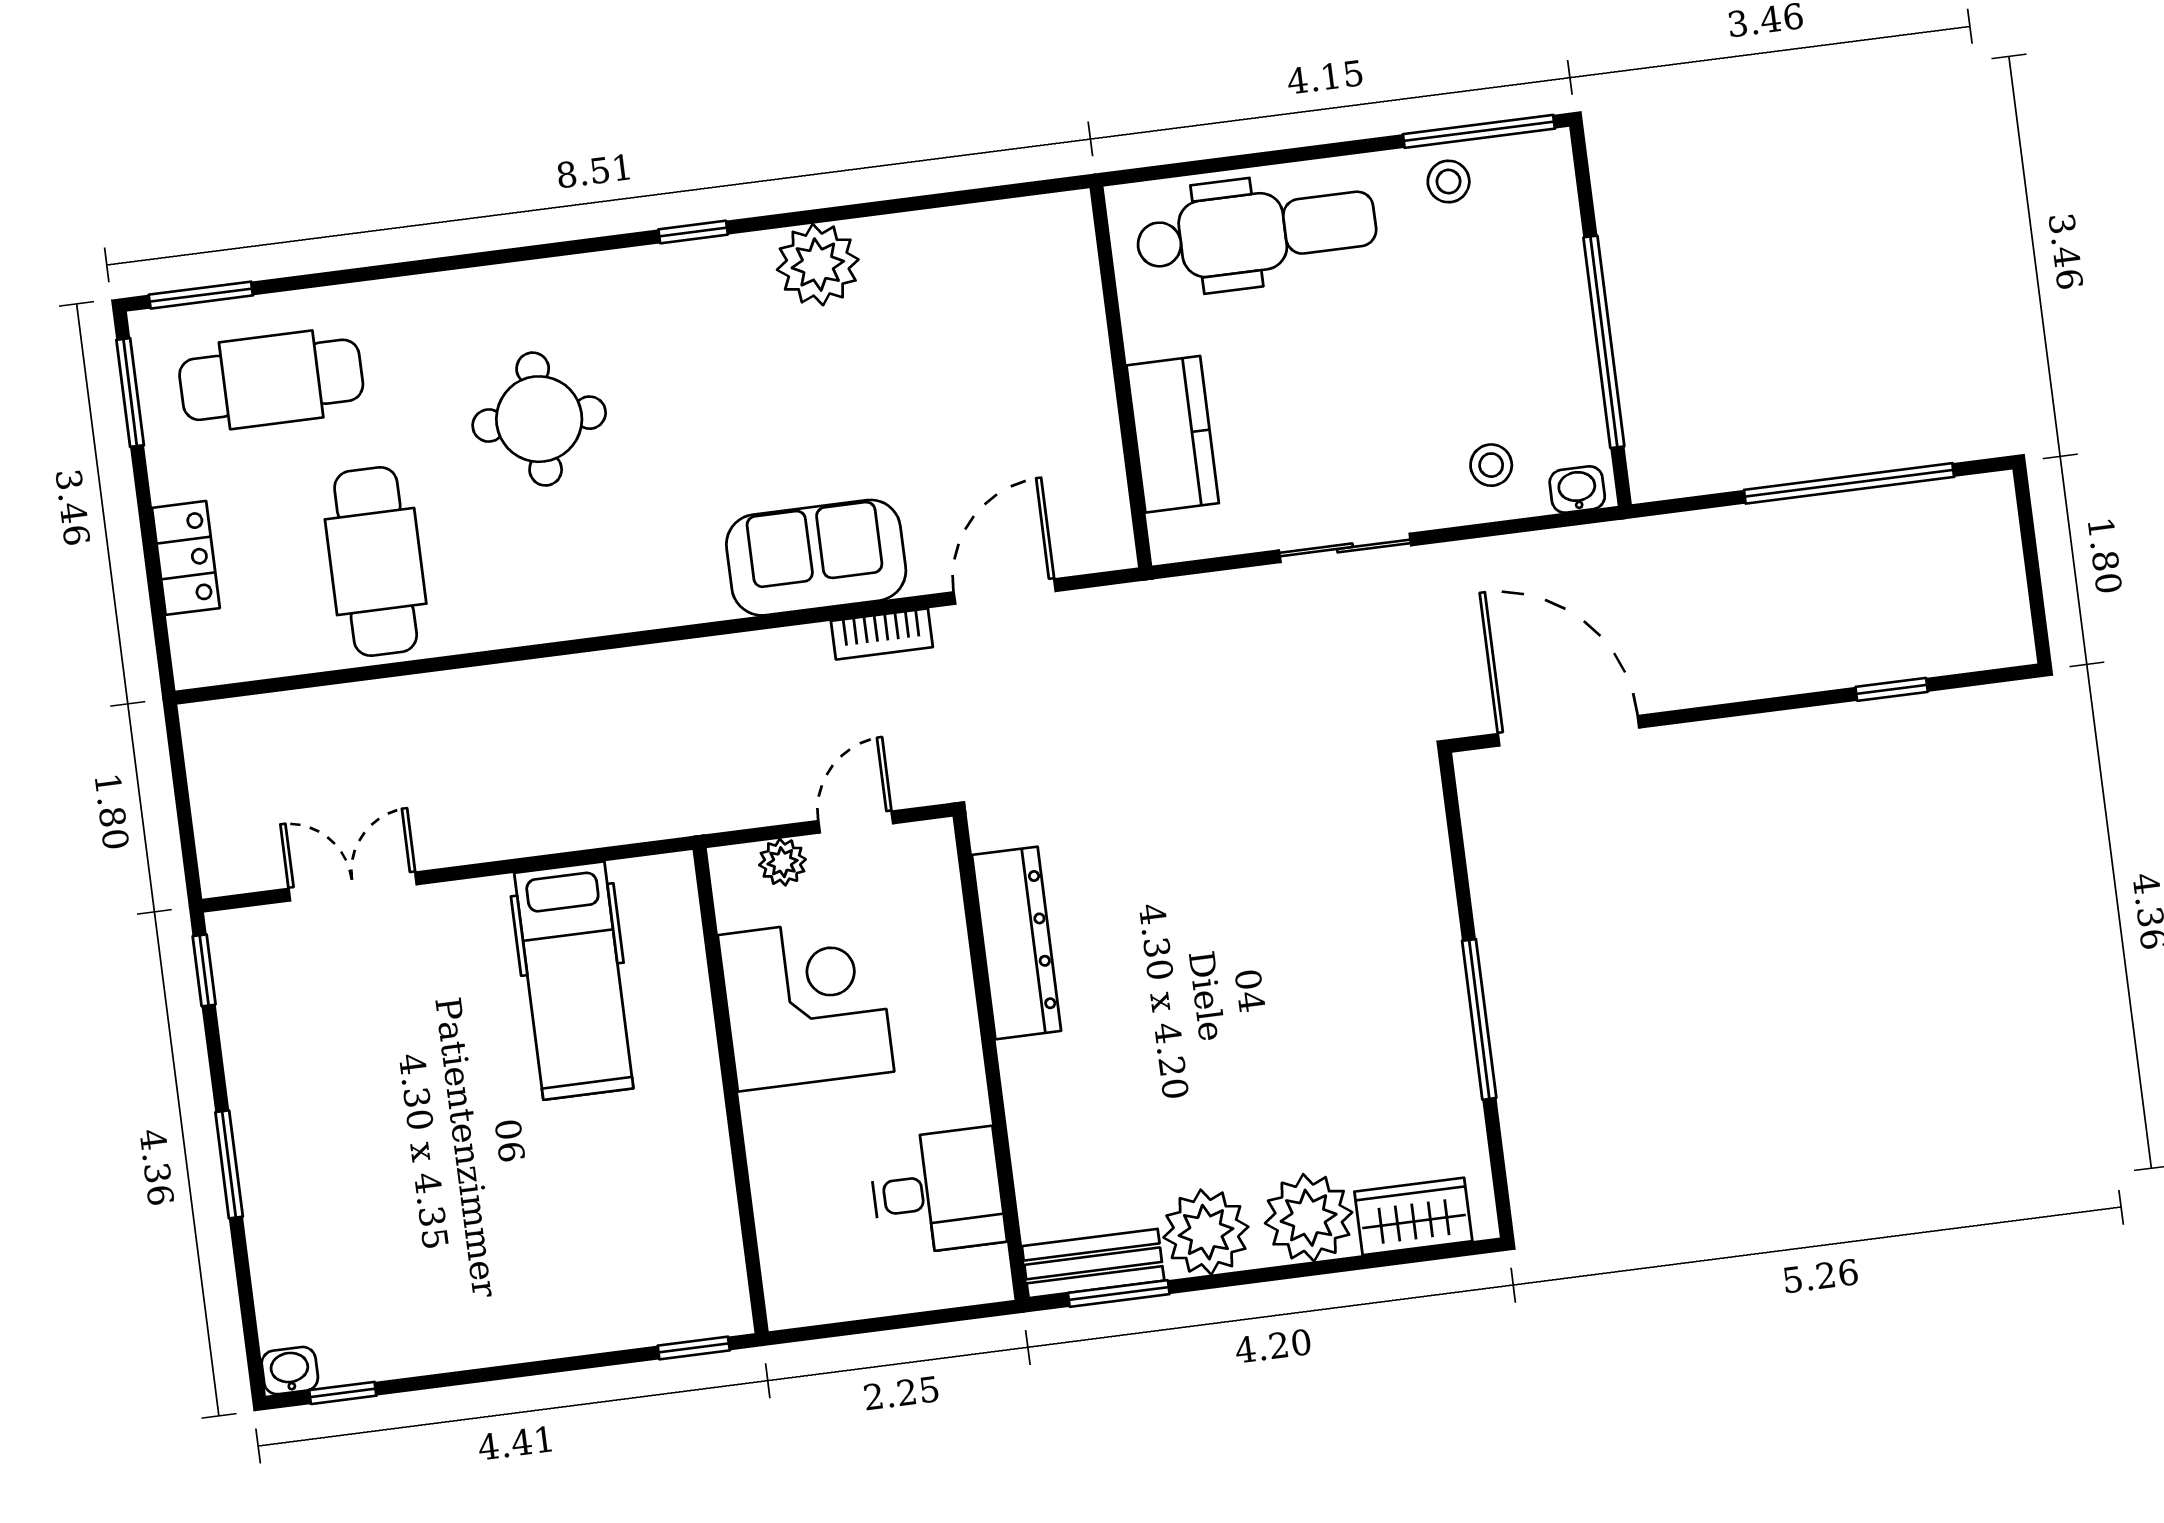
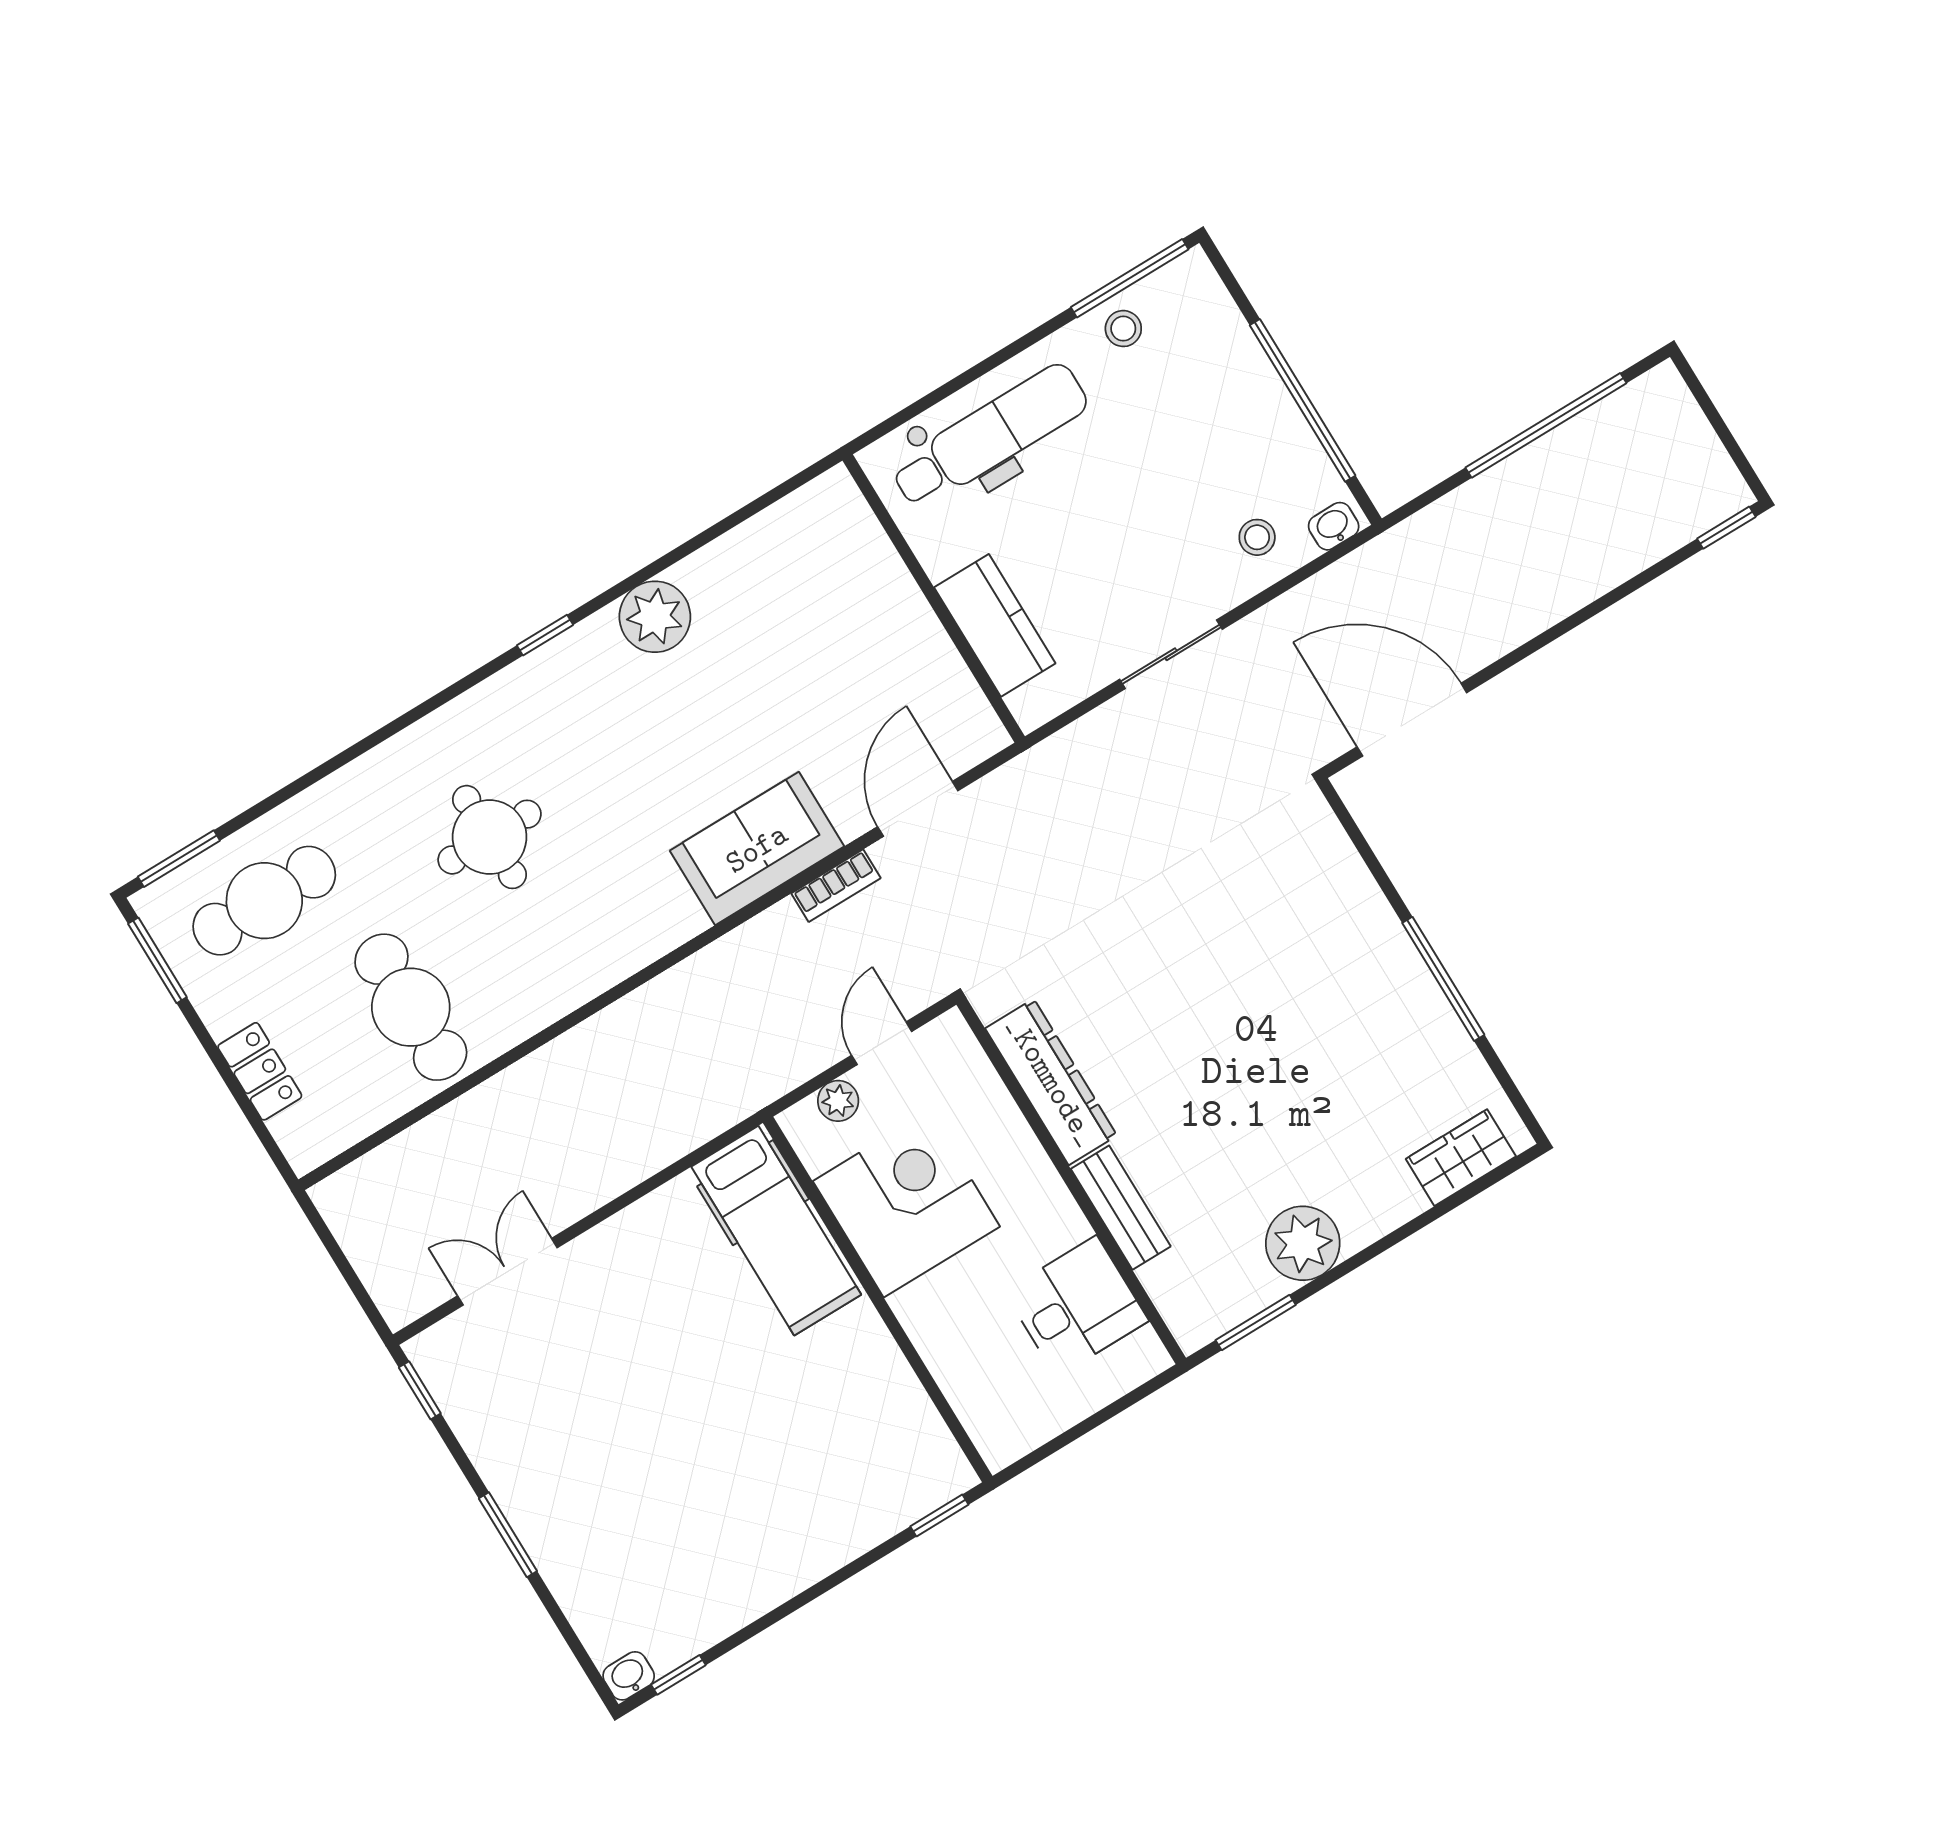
window: (1892, 689) -> (1726, 528), moved
hospital bed: (574, 981) -> (776, 1231), moved
plant: (1309, 1218) -> (1379, 1196), removed
bench: (1093, 1263) -> (1121, 1208), moved, turned 90

